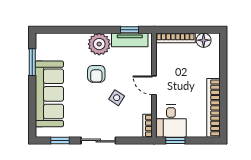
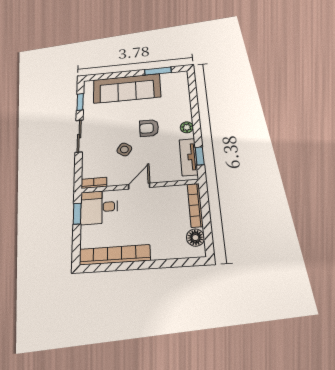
plant: (99, 44) -> (187, 127), width x0.53, depth x0.53

